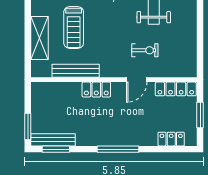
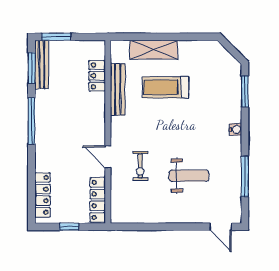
locker: (96, 89) -> (97, 76), moved
window: (200, 115) -> (69, 227), width x0.67
locker: (171, 139) -> (43, 195), width x1.53
window: (118, 149) -> (31, 121), moved

